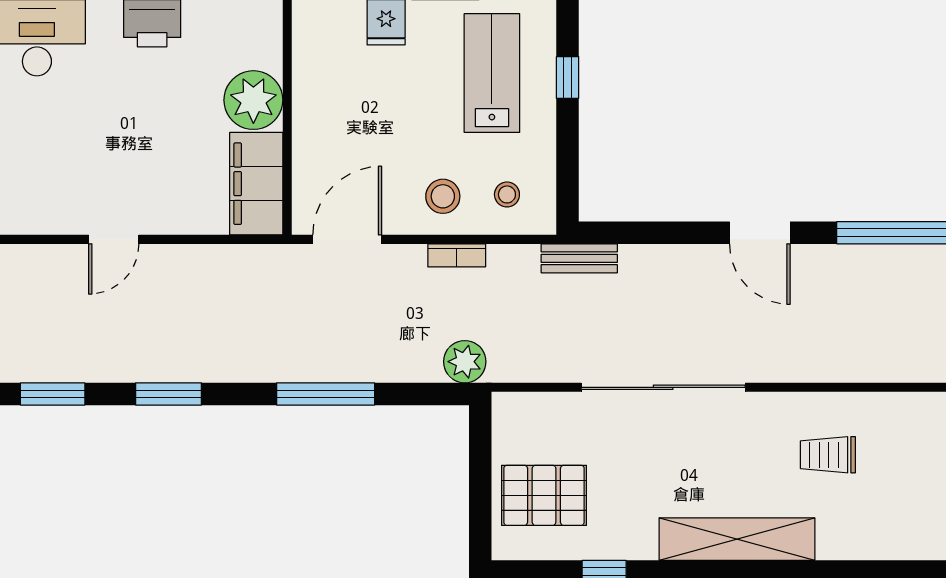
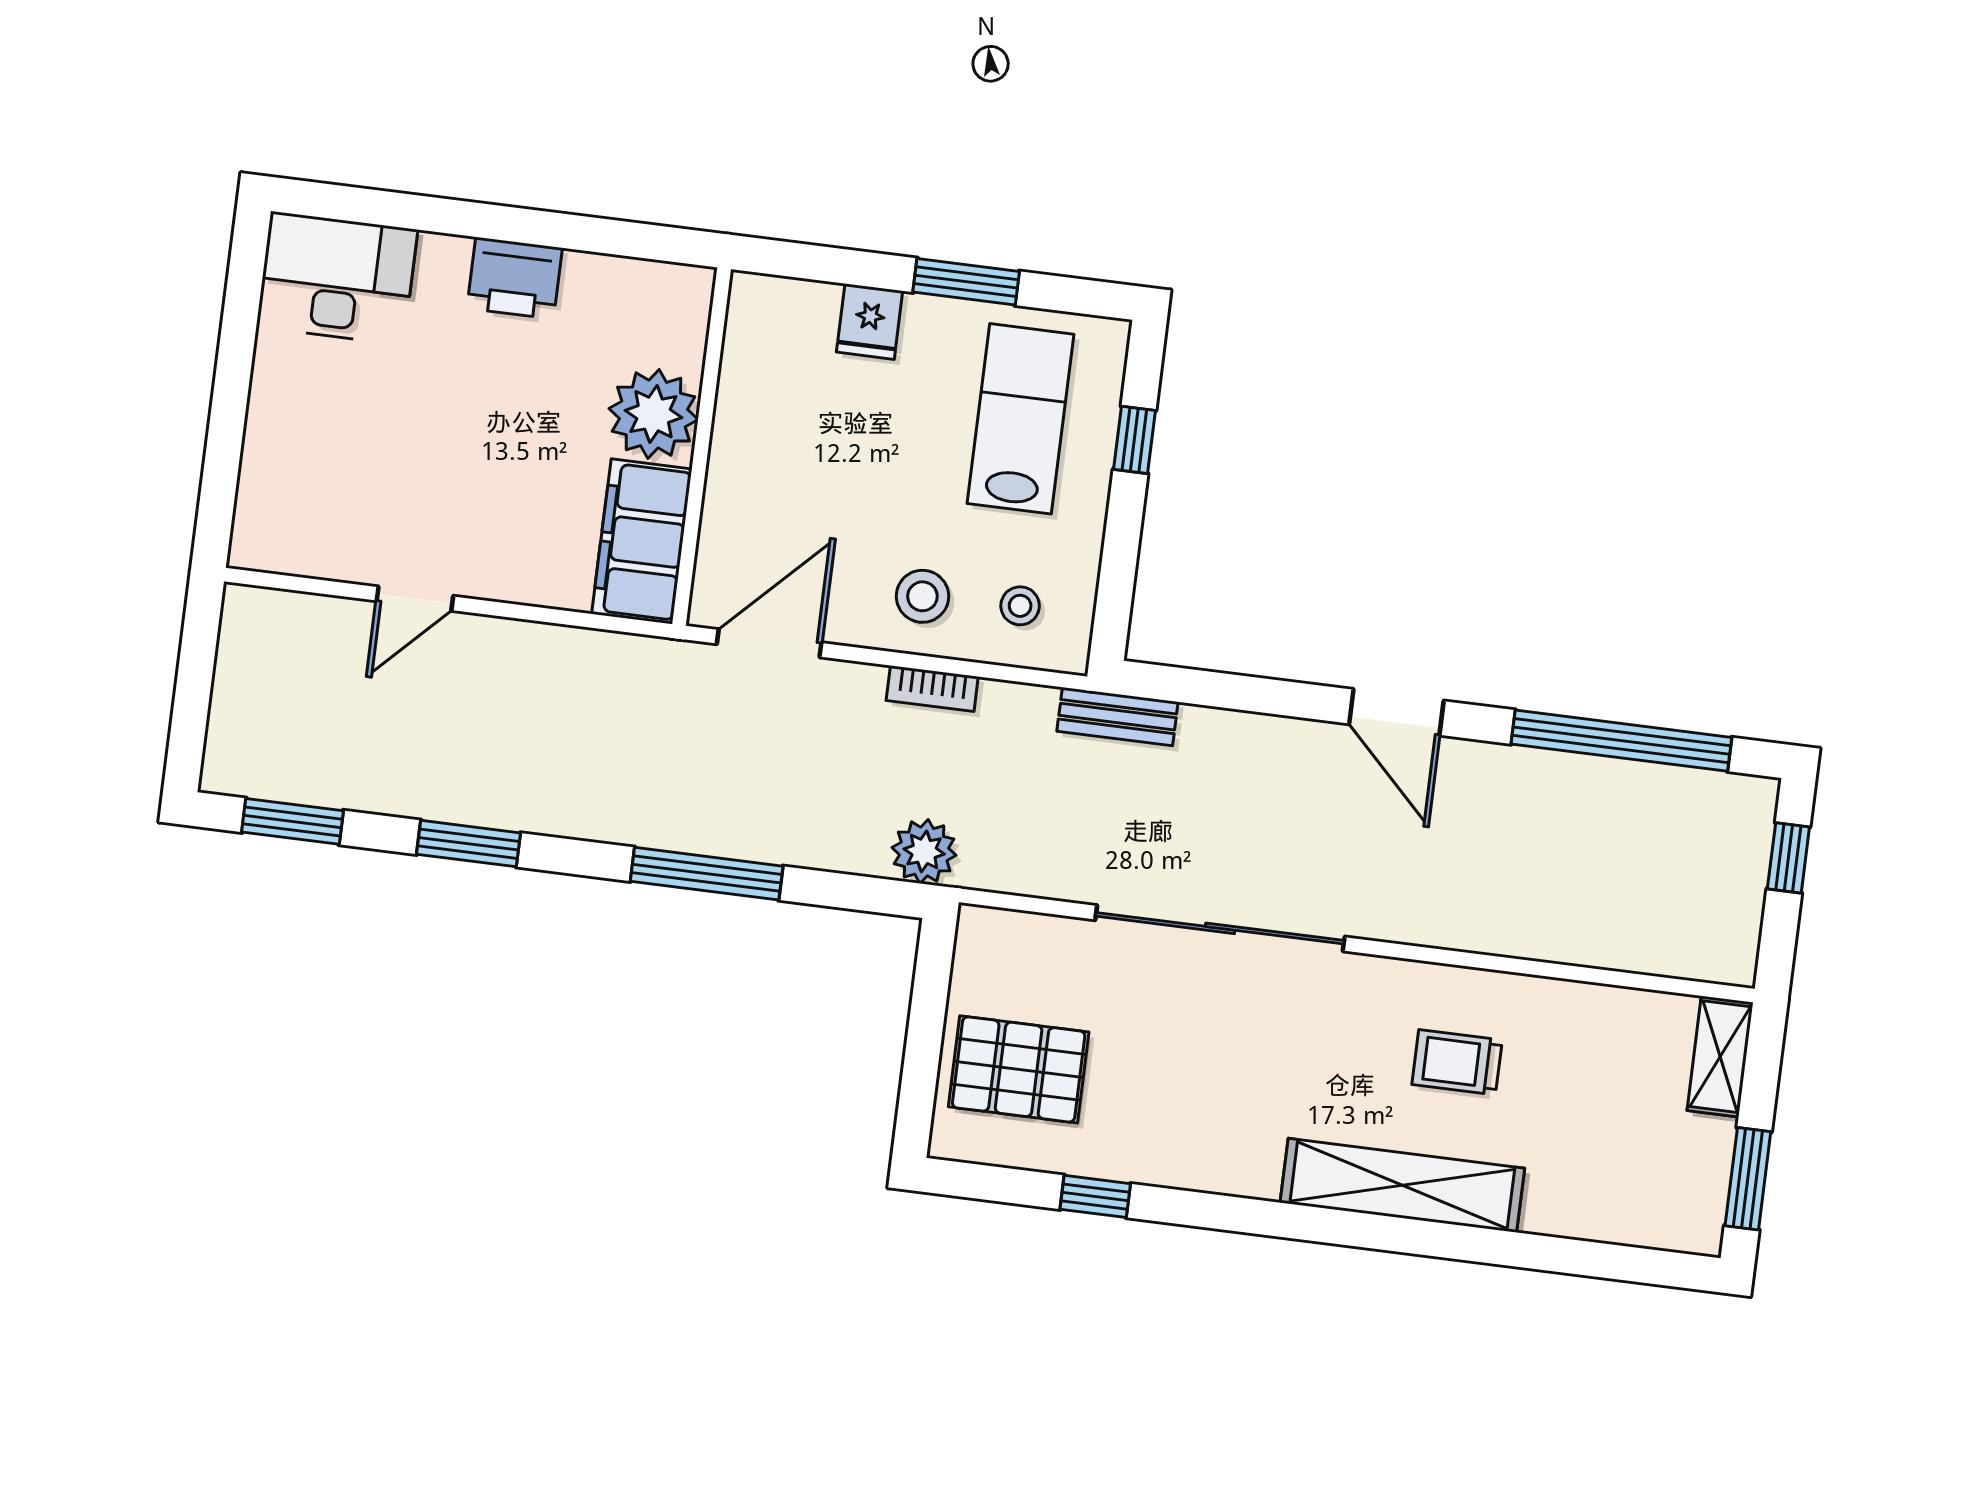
shelving: (737, 539) -> (1402, 1185), moved

